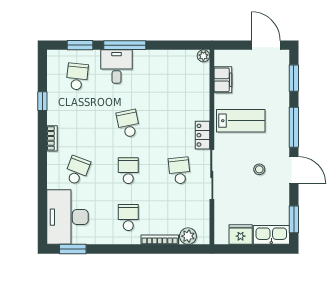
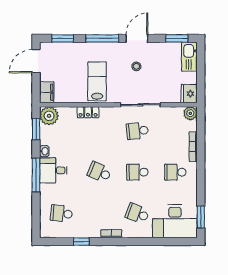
window: (80, 45) -> (36, 129), moved
washbasin: (154, 55) -> (44, 151), added
plant: (203, 56) -> (49, 116), width x1.88, depth x1.88
desk: (117, 67) -> (53, 170), moved
filing cabinet: (223, 80) -> (47, 92), moved, turned 90
school desk: (128, 124) -> (99, 172), turned 36
locker: (202, 135) -> (88, 112), moved
fridge: (241, 235) -> (189, 94), moved
plant: (188, 236) -> (190, 113), moved

